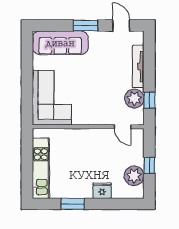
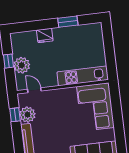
kitchen unit: (41, 168) -> (83, 76), moved, turned 90
plant: (134, 176) -> (22, 65), moved

